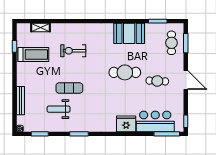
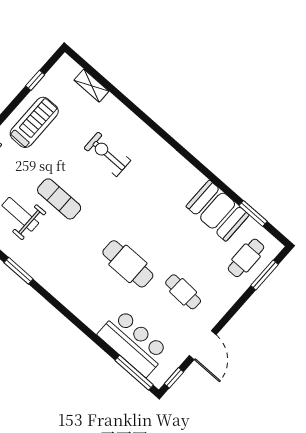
booth: (129, 33) -> (218, 211), moved
treadmill: (33, 54) -> (34, 122), moved, turned -90
cafe table: (125, 72) -> (128, 264), moved
door: (186, 80) -> (203, 345), moved
fridge: (126, 124) -> (92, 312), removed

